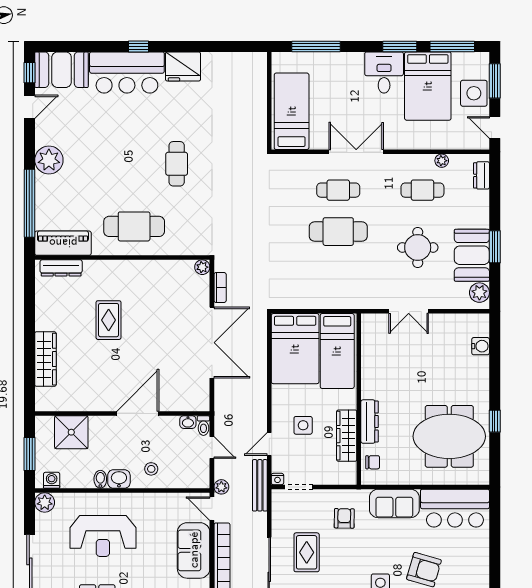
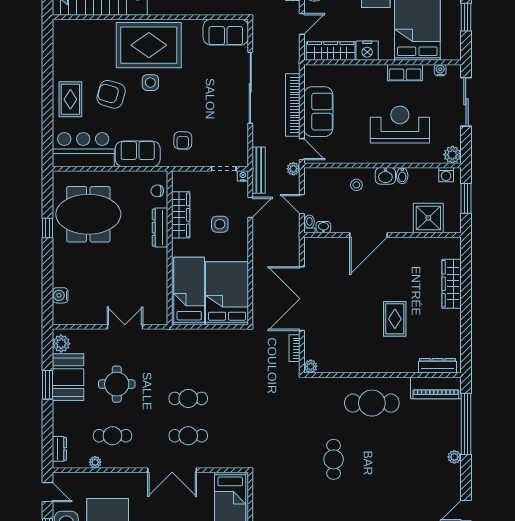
plant: (49, 160) -> (454, 457), width x0.53, depth x0.53
cafe table: (338, 232) -> (188, 398), width x0.73, depth x0.74
rug: (307, 552) -> (70, 99), moved

